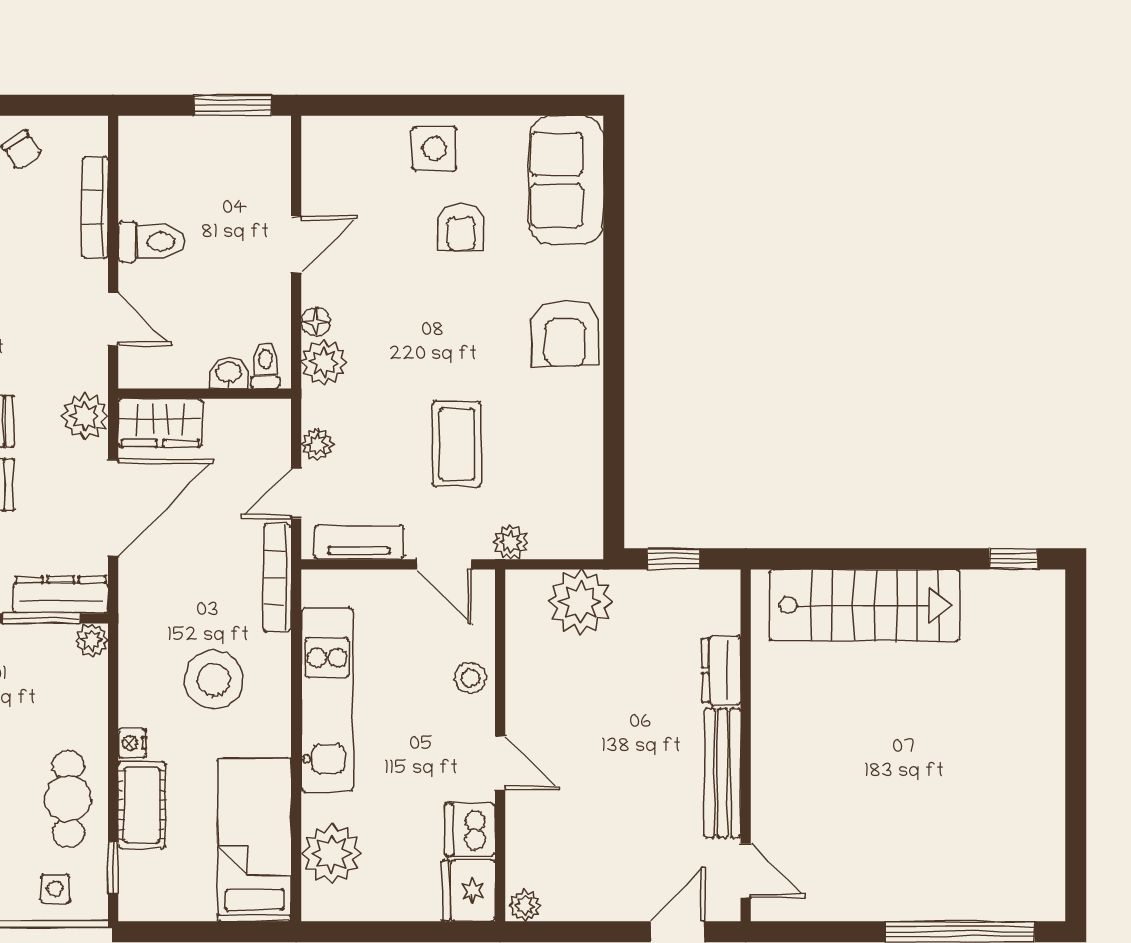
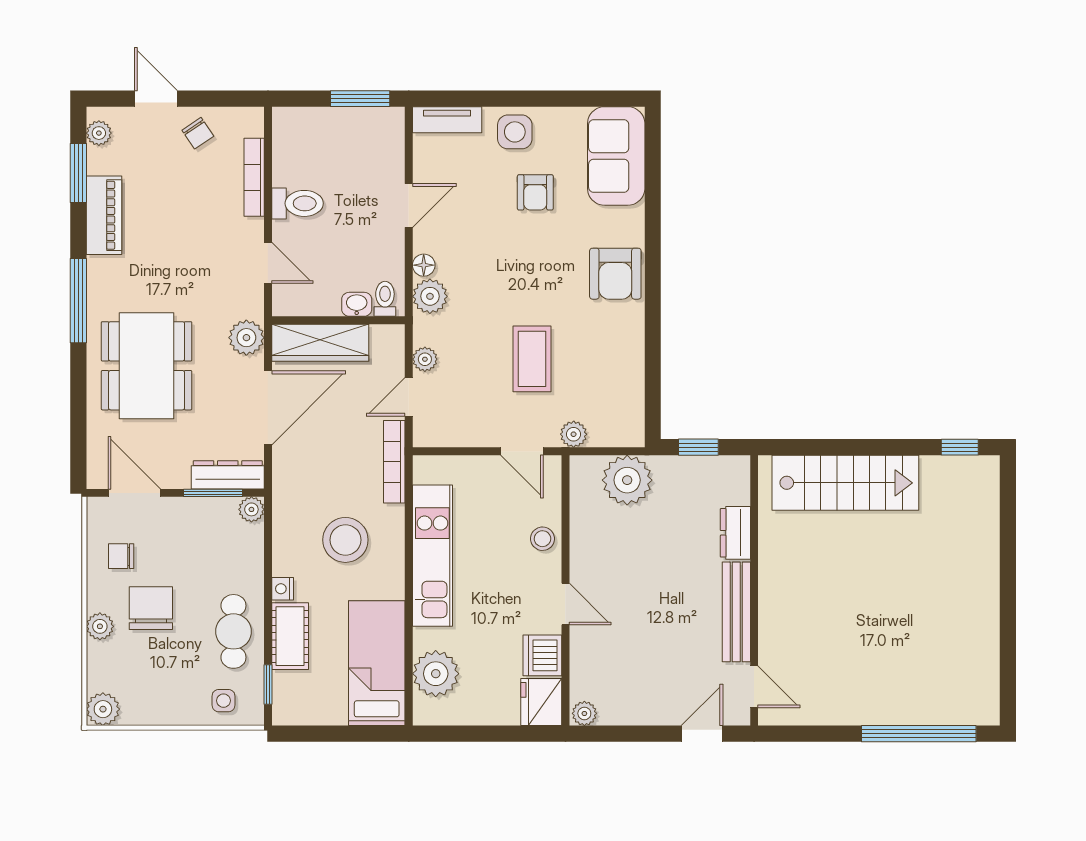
wardrobe: (160, 423) -> (320, 343), width x1.50
tv unit: (359, 542) -> (447, 120), moved, turned 180

